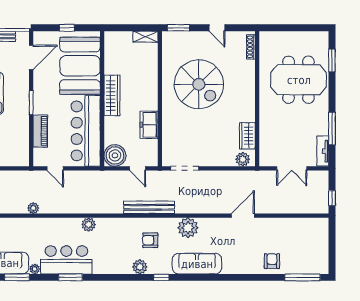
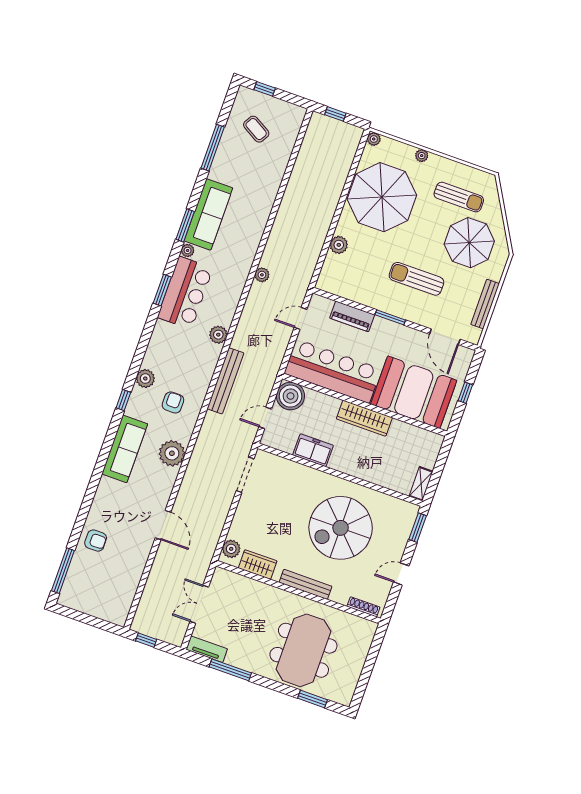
bench: (250, 95) -> (306, 584), added
bench: (149, 207) -> (225, 381), moved

